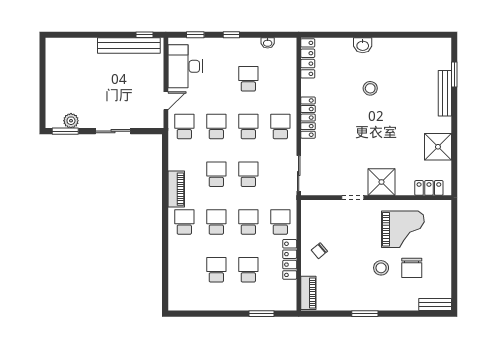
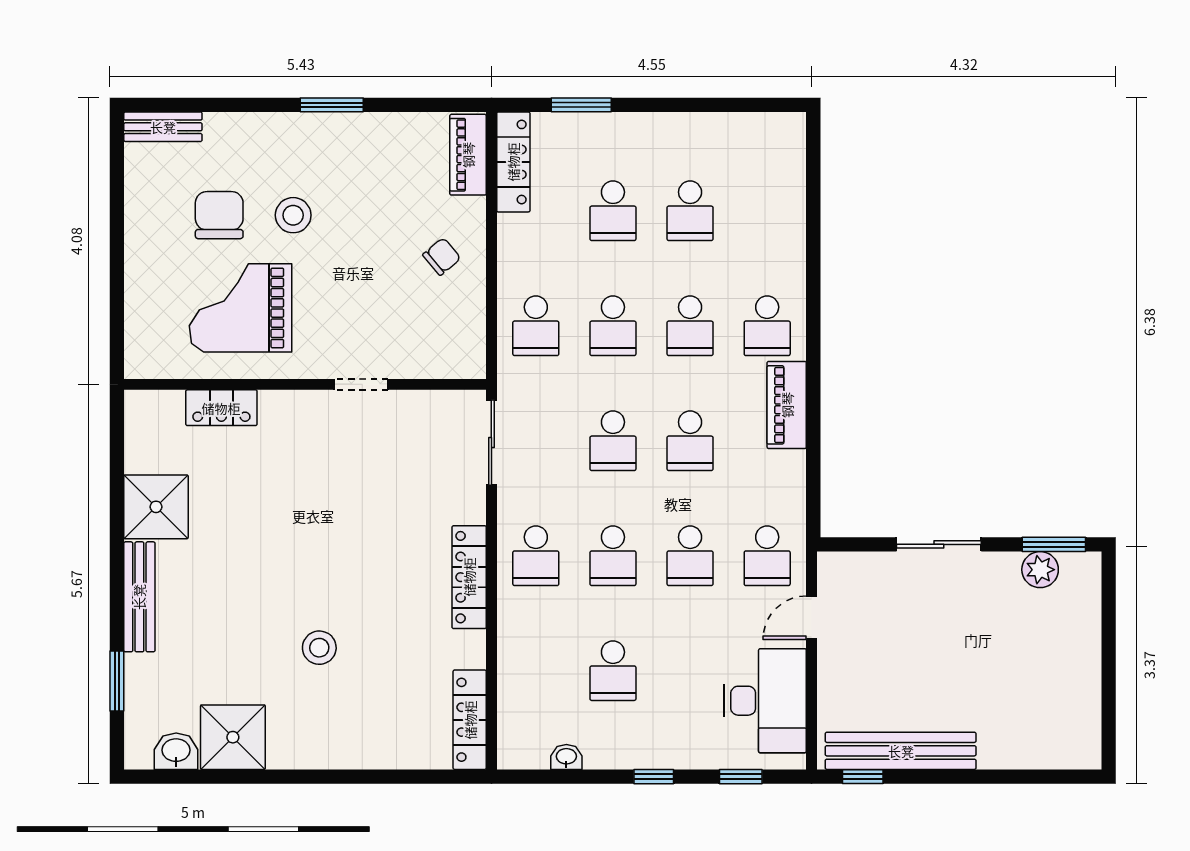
washbasin: (363, 45) -> (176, 751), moved
bench: (445, 93) -> (139, 597), moved
shower: (381, 182) -> (233, 737), moved
locker: (429, 188) -> (221, 408), moved
locker: (290, 259) -> (513, 162), moved

